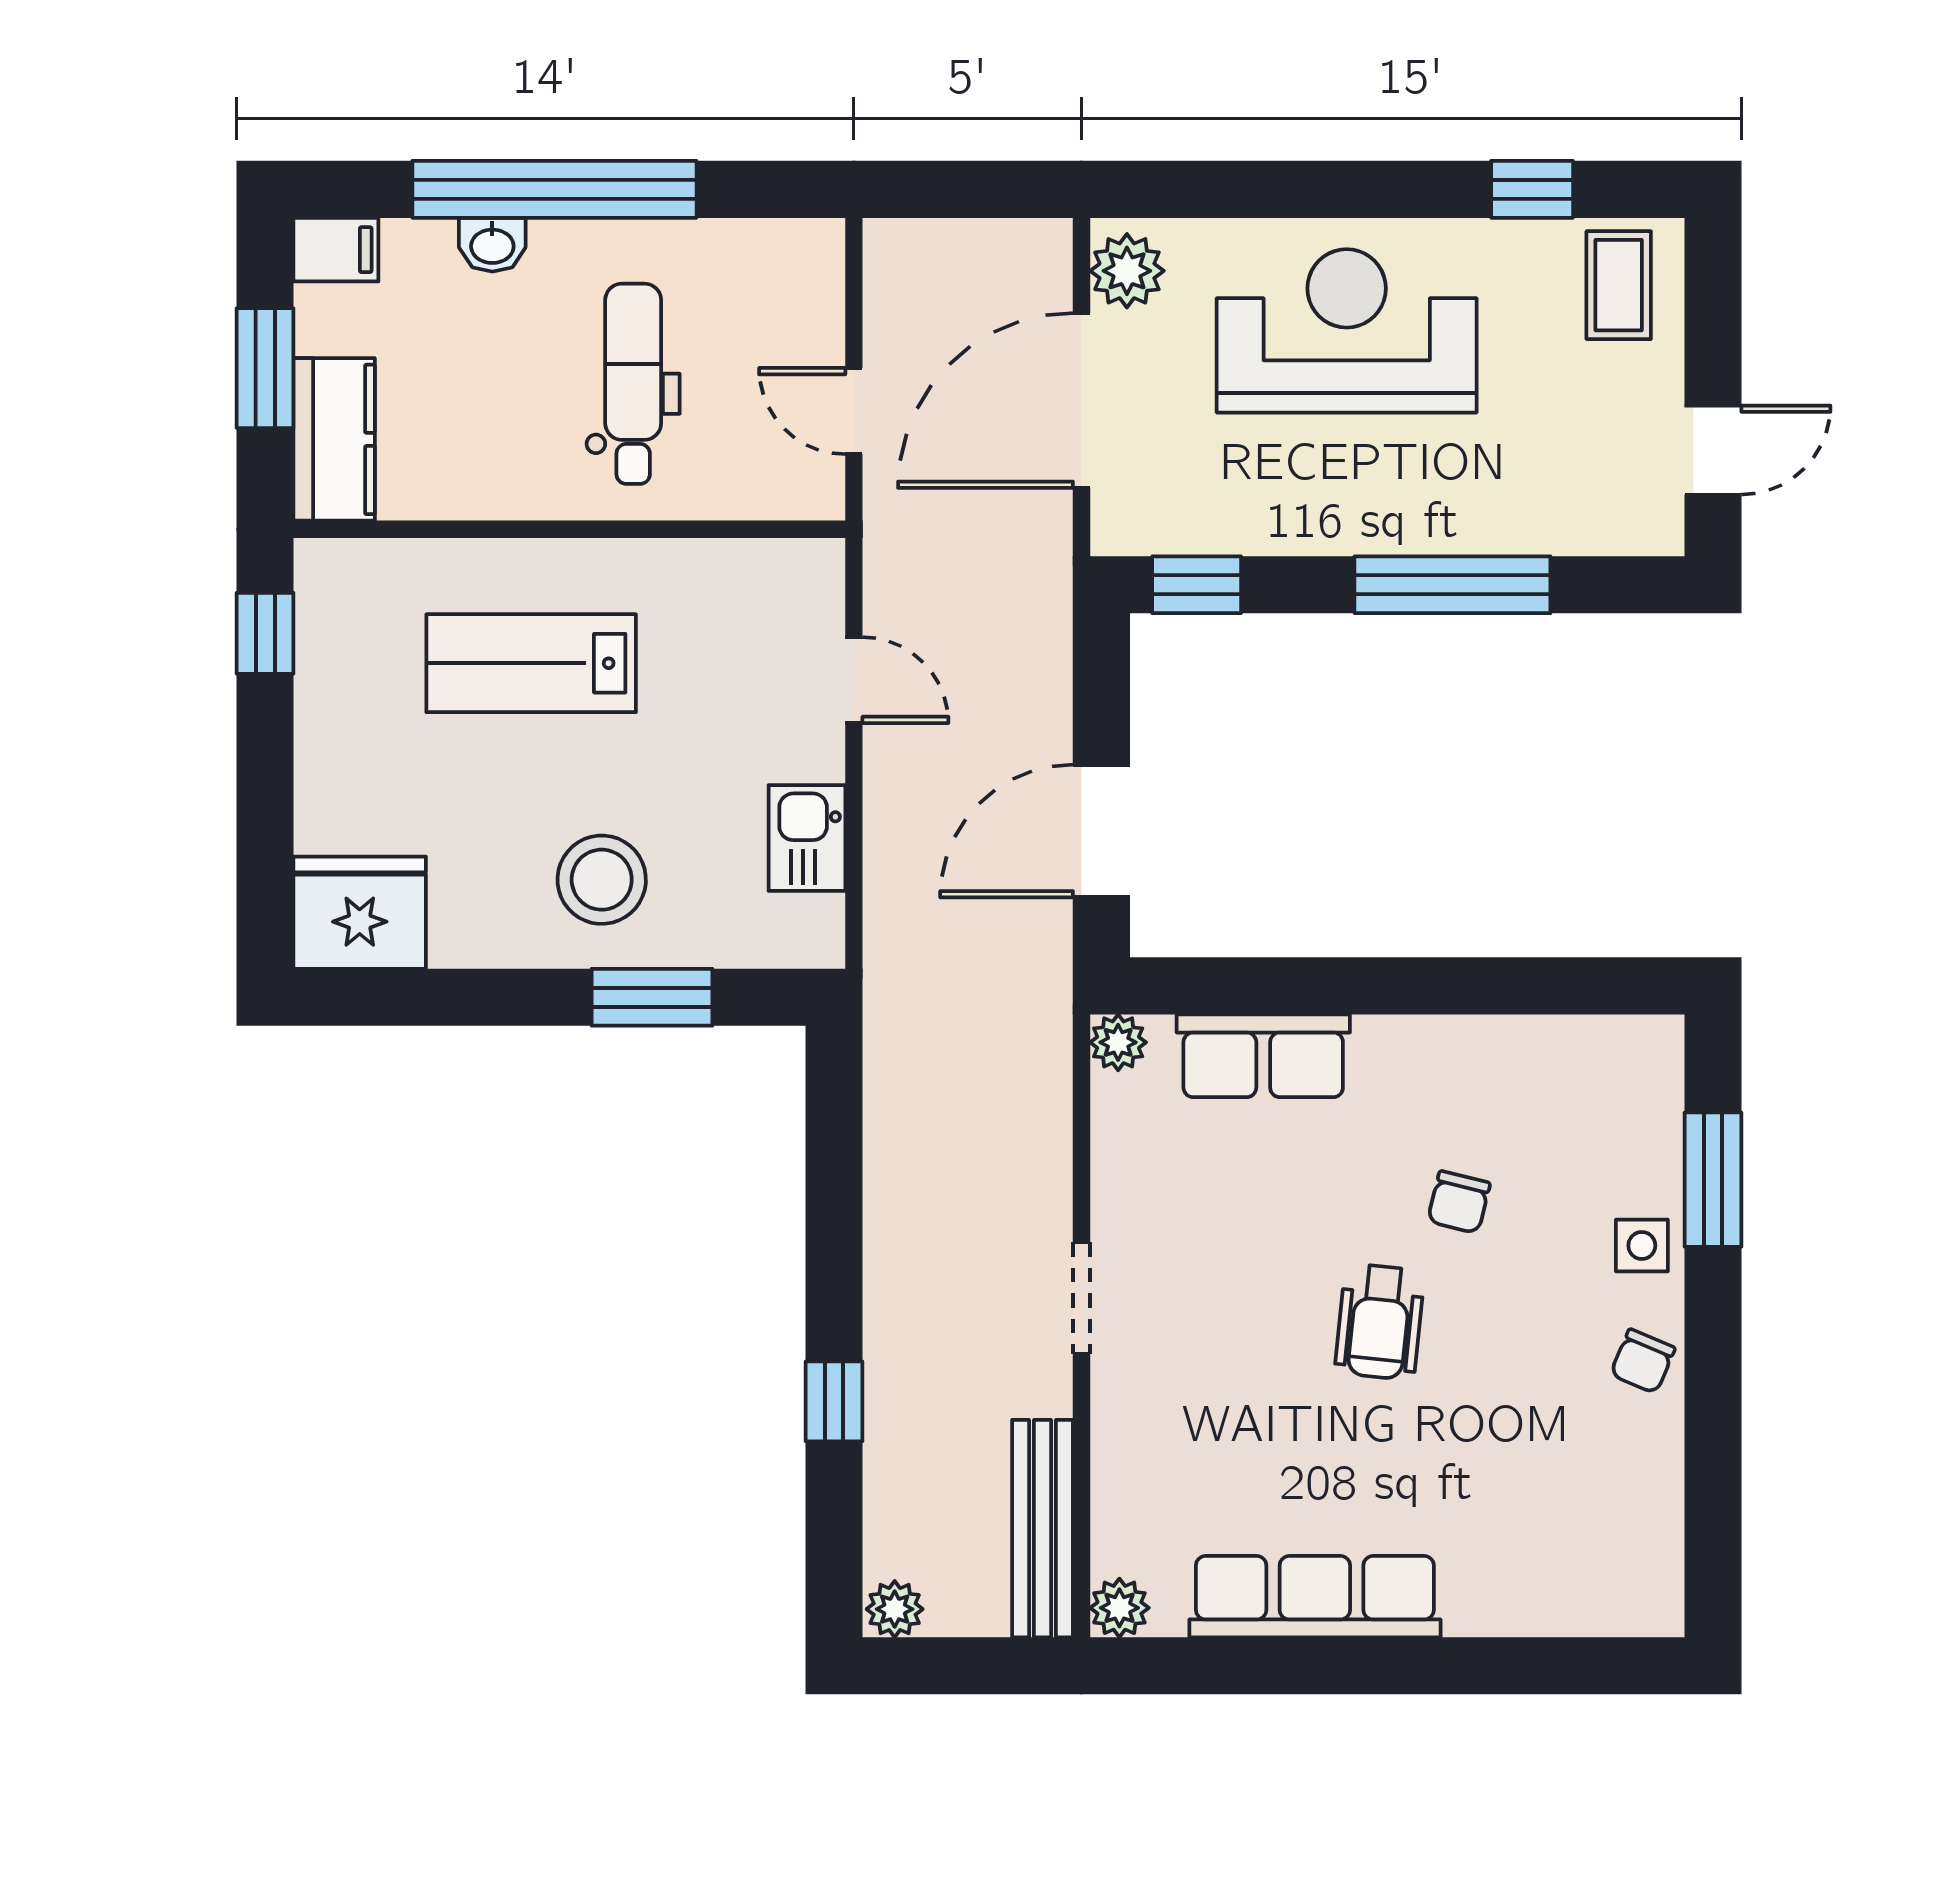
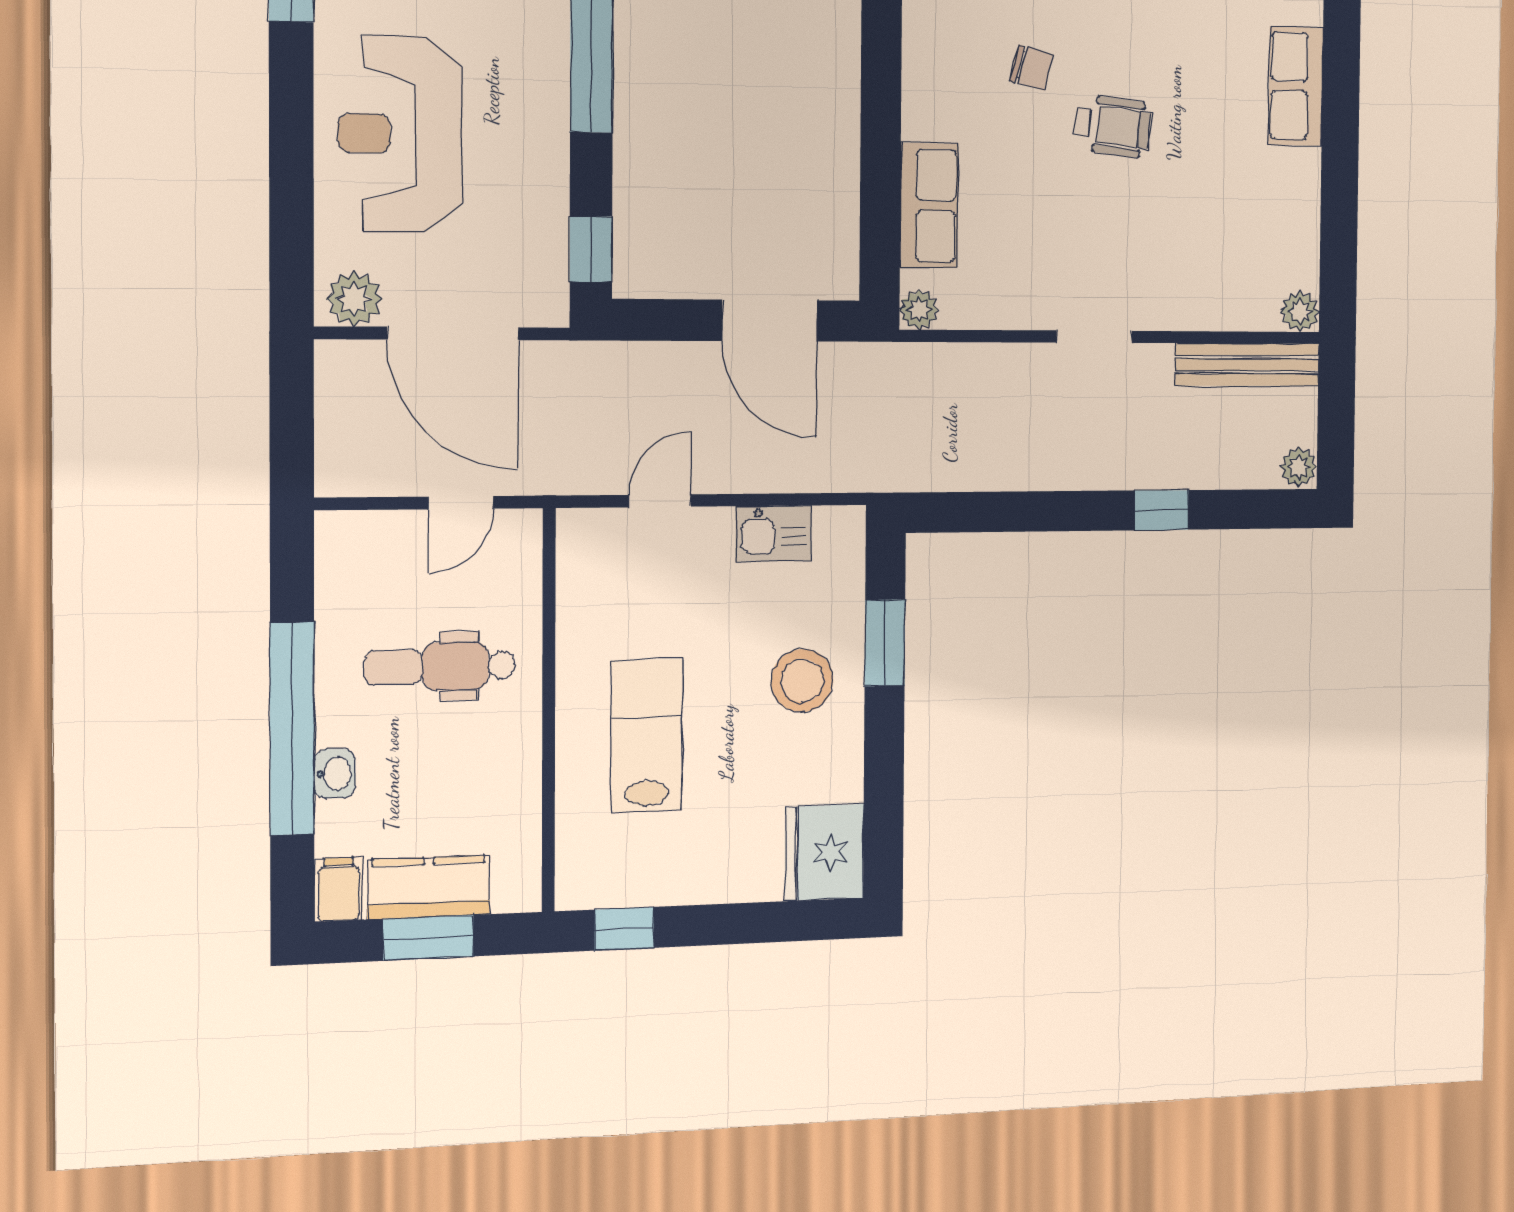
kitchen counter: (334, 439) -> (429, 887), moved
lab bench: (531, 663) -> (647, 736), turned 180
row of seats: (1315, 1597) -> (1296, 86), moved, width x0.68

